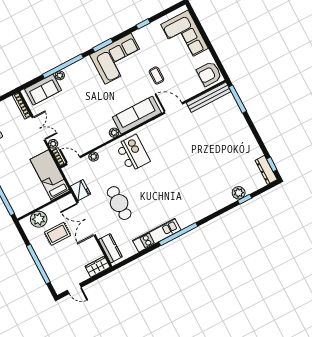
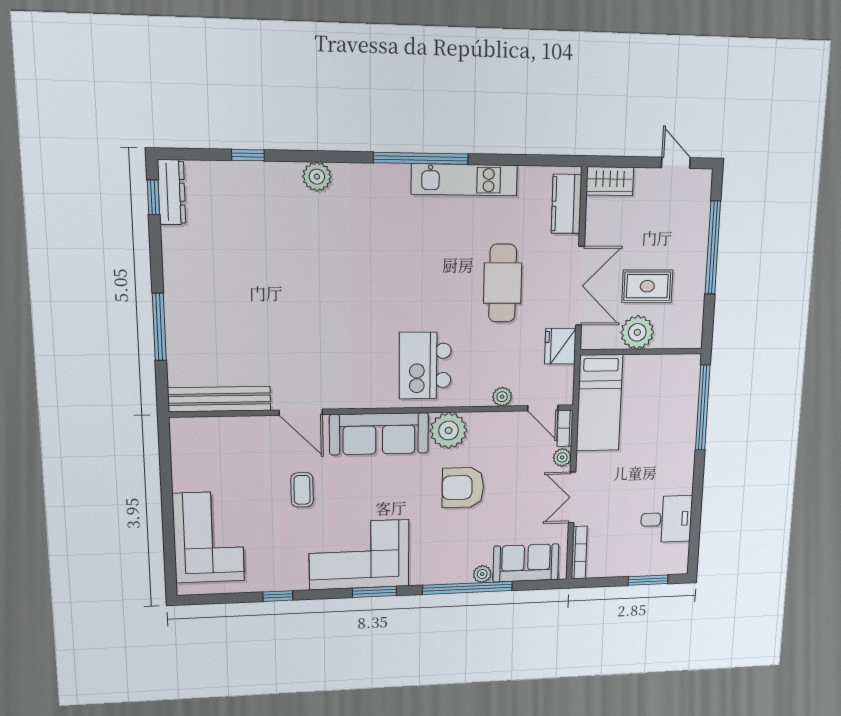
armchair: (209, 74) -> (463, 487), moved, turned 180
window: (238, 99) -> (159, 327), moved
plant: (114, 133) -> (449, 430), width x1.87, depth x1.87
plant: (239, 193) -> (317, 177), moved
plant: (39, 219) -> (637, 332), moved

